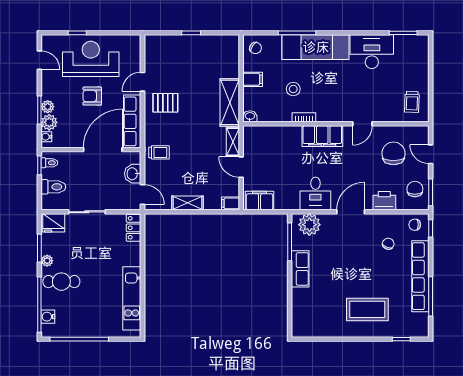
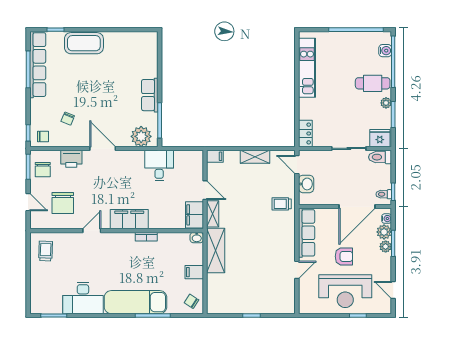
stool: (293, 89) -> (156, 263), removed
pallet: (165, 103) -> (276, 250), removed
door: (103, 150) -> (357, 207), moved
toilet: (53, 187) -> (380, 157), moved
desk: (315, 193) -> (159, 166), moved
filing cabinet: (260, 200) -> (194, 215), moved, turned 90
door: (351, 212) -> (103, 148), swing flipped
row of seats: (420, 276) -> (38, 65), moved
coffee table: (367, 309) -> (84, 43), moved

